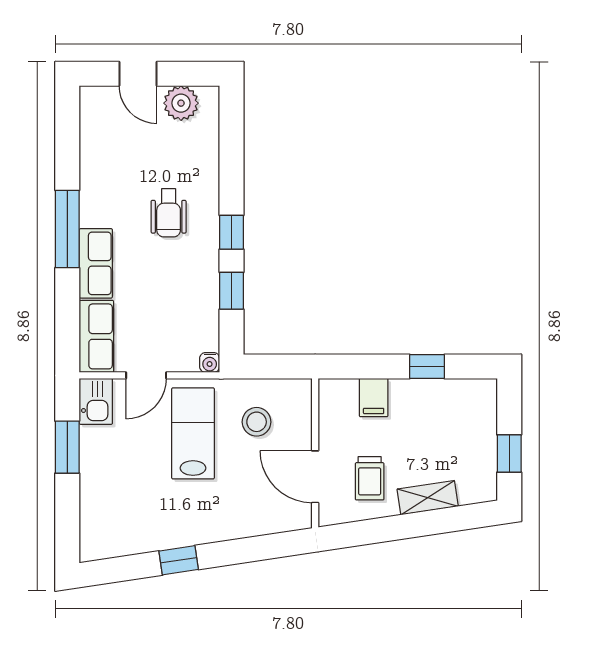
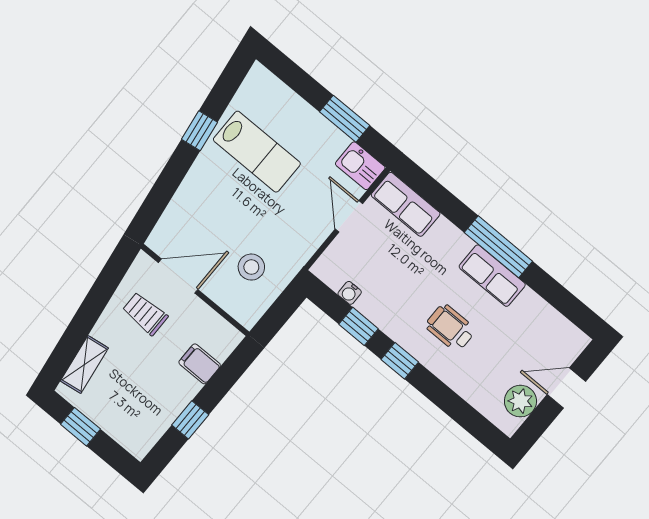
row of seats: (96, 263) -> (492, 276), moved
water cooler: (210, 362) -> (350, 293), moved, turned -90
lab bench: (193, 433) -> (257, 152), moved
shelving: (428, 498) -> (84, 364), moved

